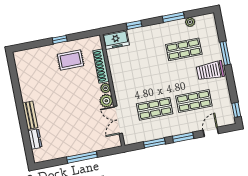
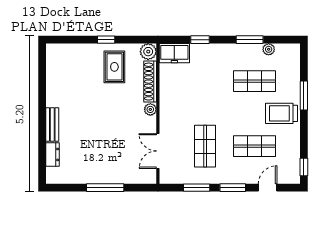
rug: (70, 60) -> (114, 67), turned 90
plant: (106, 101) -> (148, 52), moved
shop shelf: (155, 109) -> (205, 146), turned 90

